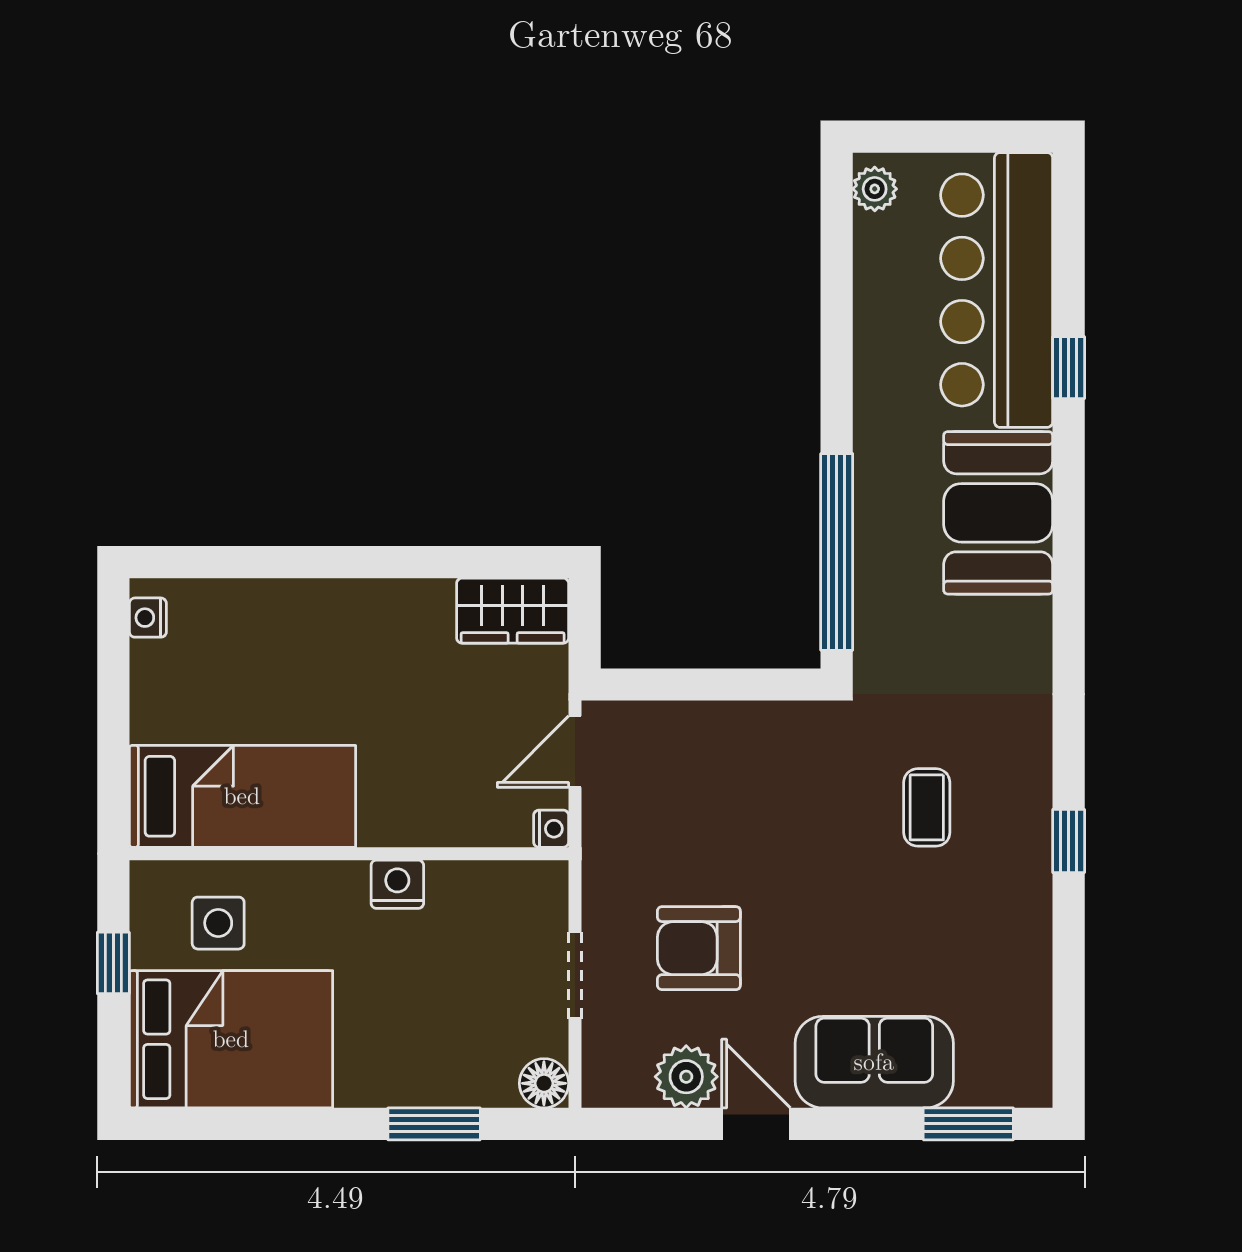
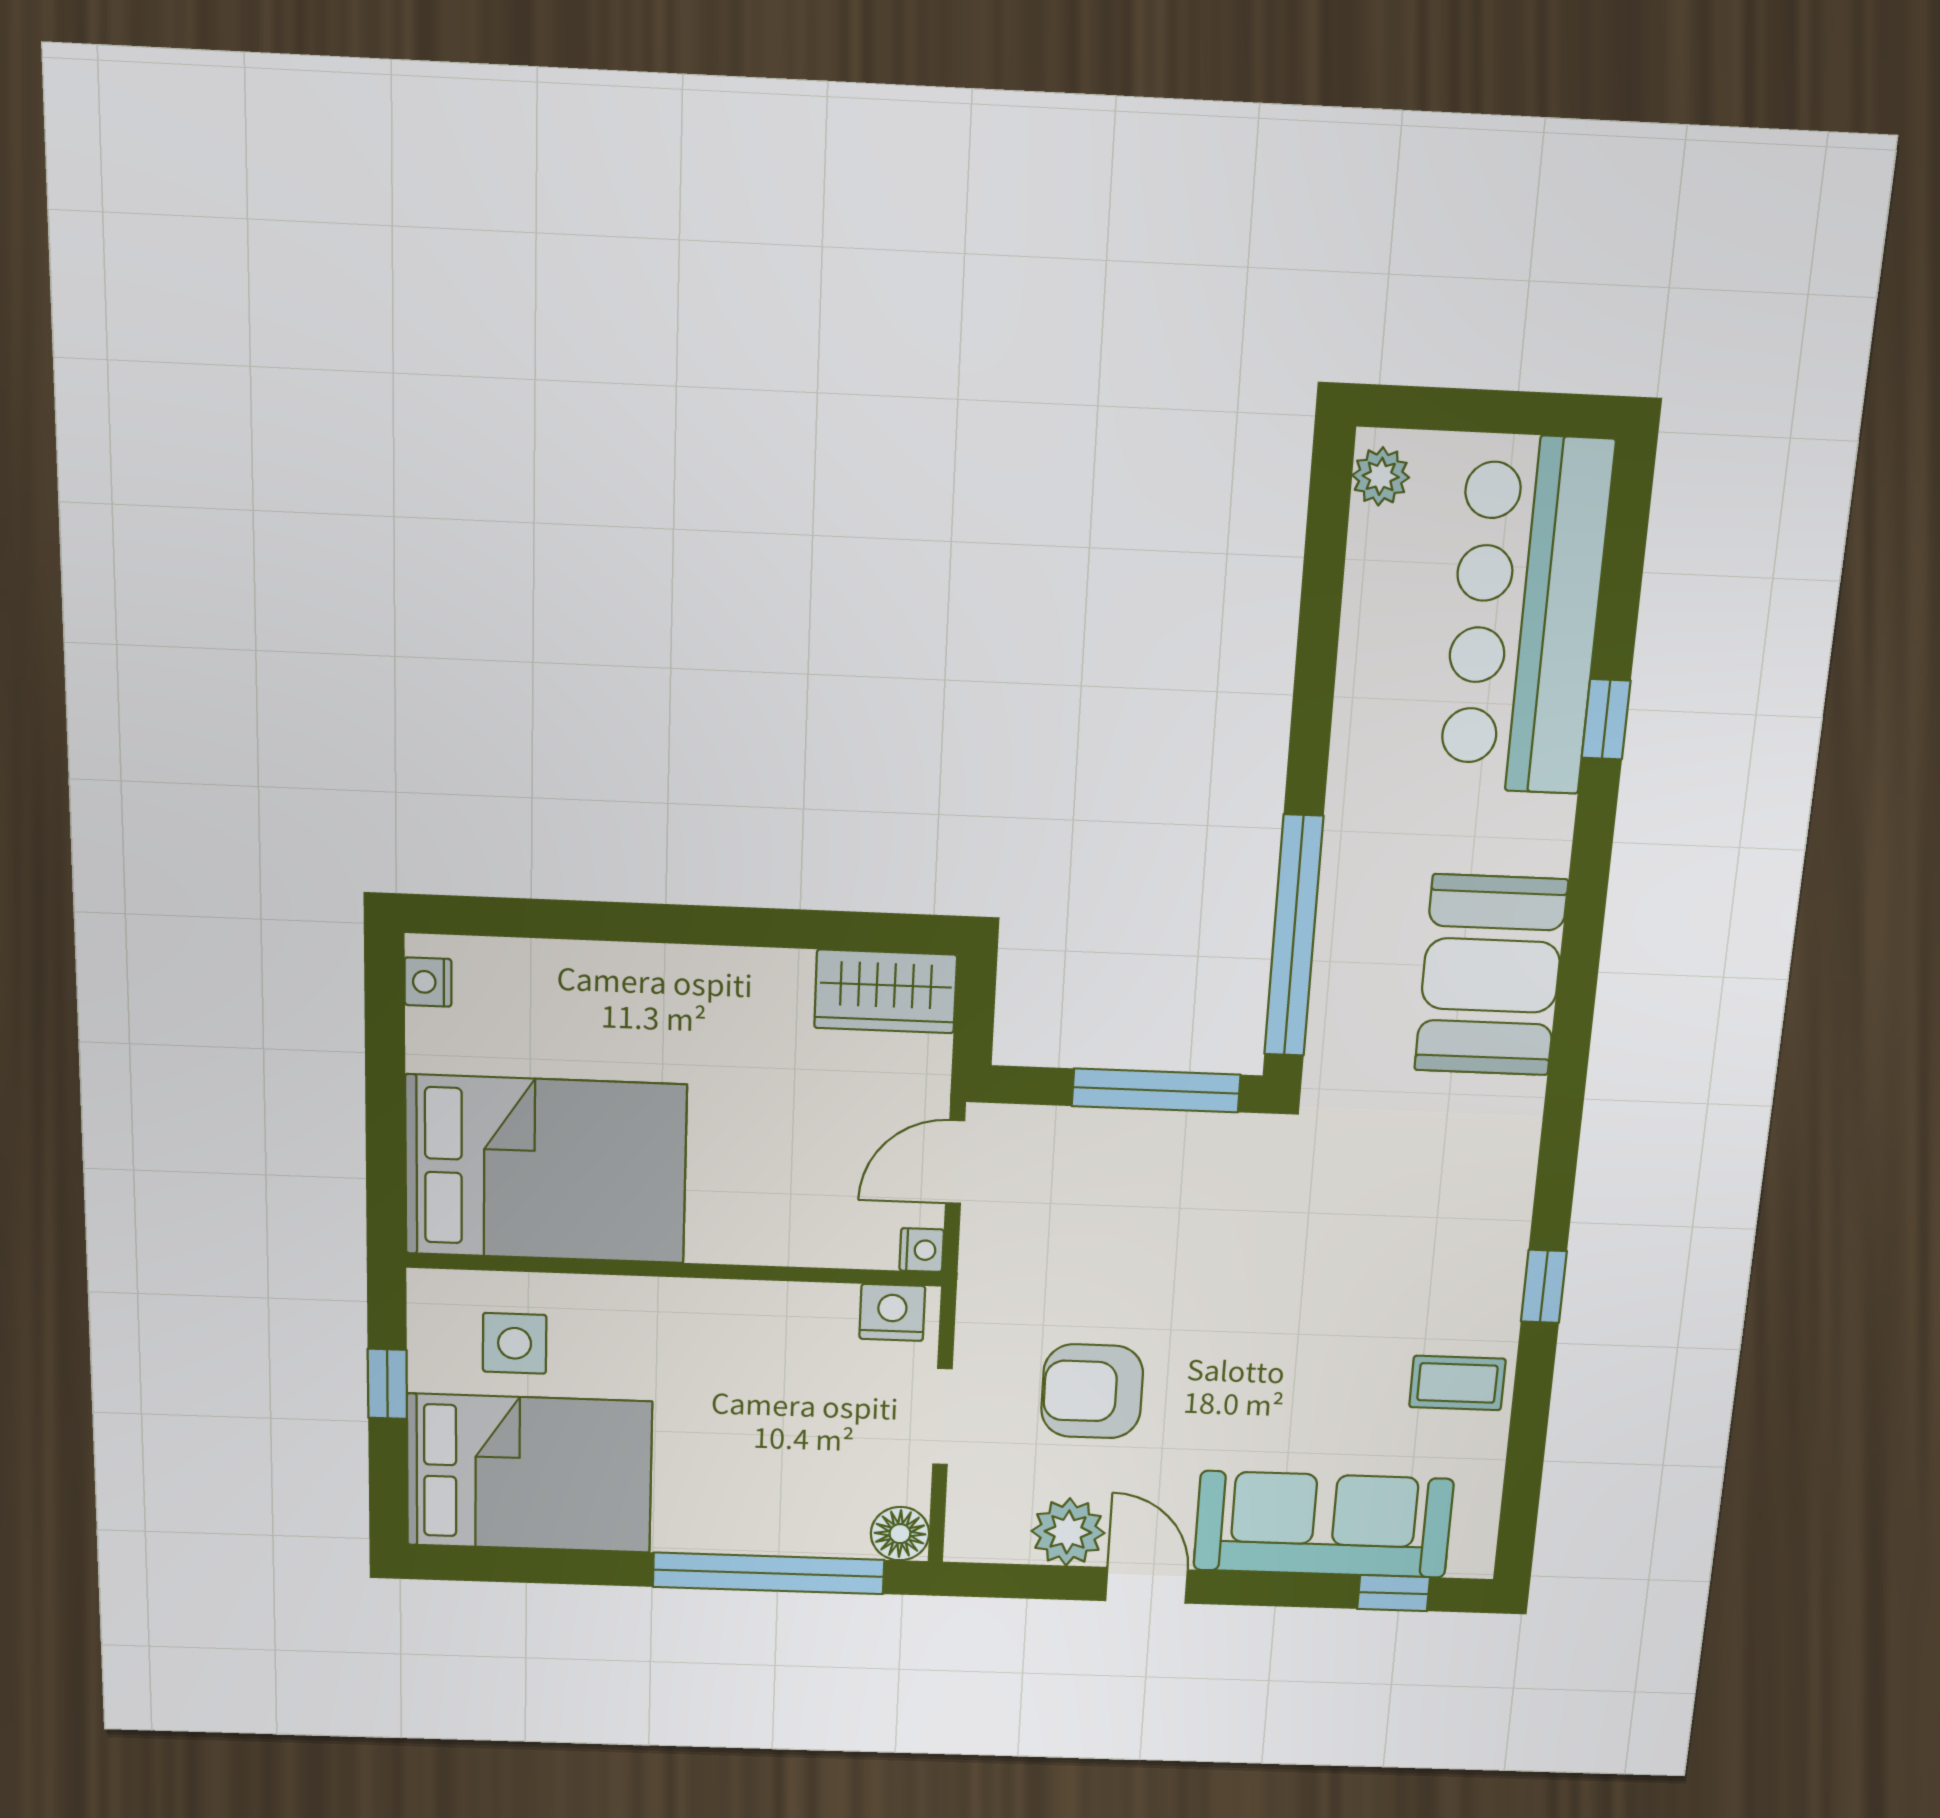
booth: (998, 513) -> (1491, 975), moved
window: (735, 685) -> (1156, 1090), added
bed: (242, 796) -> (546, 1169), width x1.50
coffee table: (927, 807) -> (1457, 1383), moved, turned 90
nightstand: (397, 884) -> (892, 1312), moved
sofa: (874, 1062) -> (1323, 1524), width x1.36
window: (434, 1124) -> (769, 1573), width x2.11
window: (968, 1124) -> (1394, 1593), width x0.67

